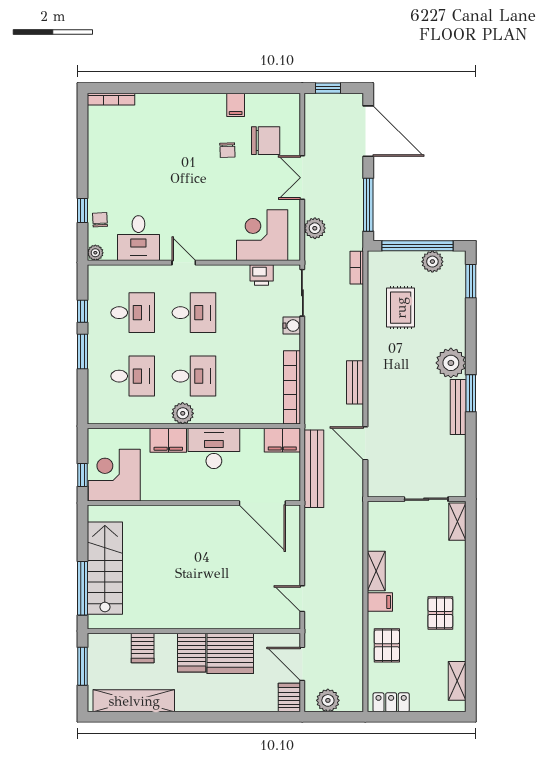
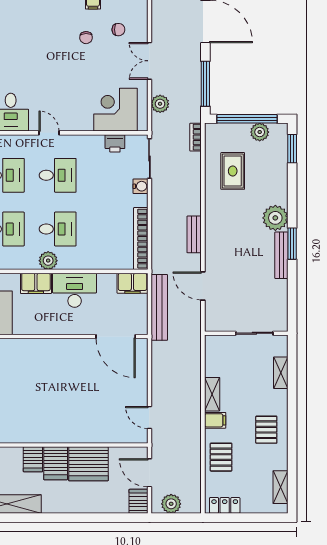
chair: (266, 141) -> (118, 30), width x0.54, depth x0.54
shelving: (457, 522) -> (281, 373), moved
server rack: (143, 648) -> (33, 459), moved

